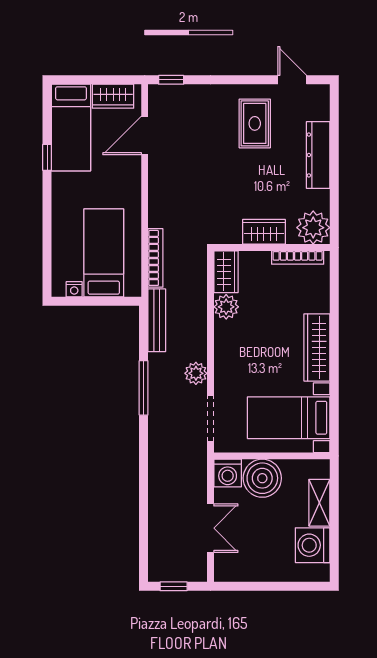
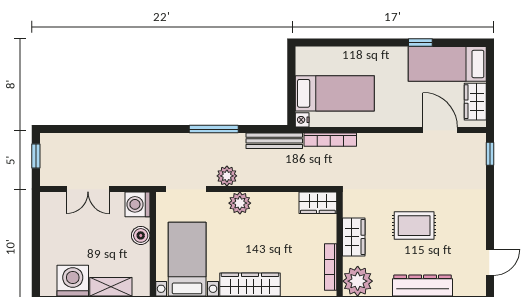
rug: (255, 123) -> (414, 226), moved
nightstand: (74, 289) -> (302, 120), moved
plant: (226, 307) -> (240, 203), moved
boiler: (262, 478) -> (141, 235), width x0.54, depth x0.54

